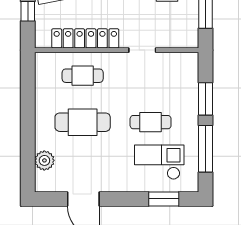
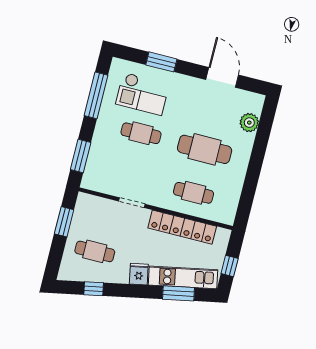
window: (205, 99) -> (81, 156), moved
window: (164, 199) -> (161, 62), moved

